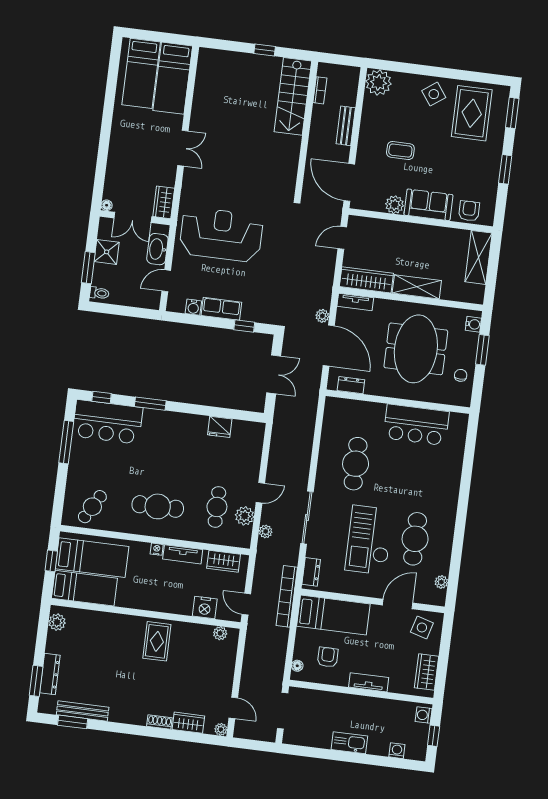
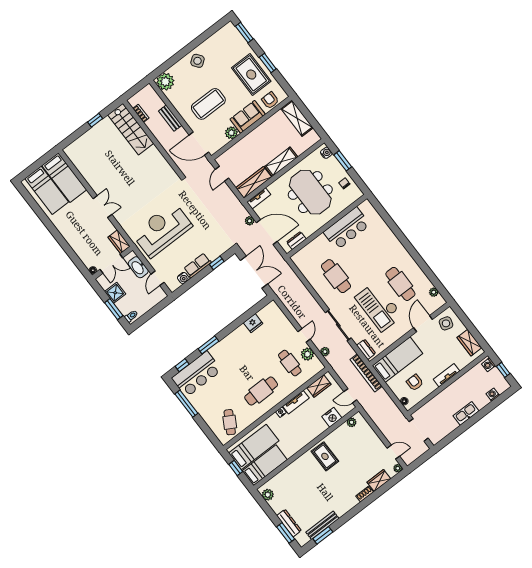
rug: (472, 113) -> (251, 75), moved
coffee table: (400, 151) -> (208, 104), width x1.86, depth x1.72
double door: (274, 374) -> (254, 272), width x1.37

